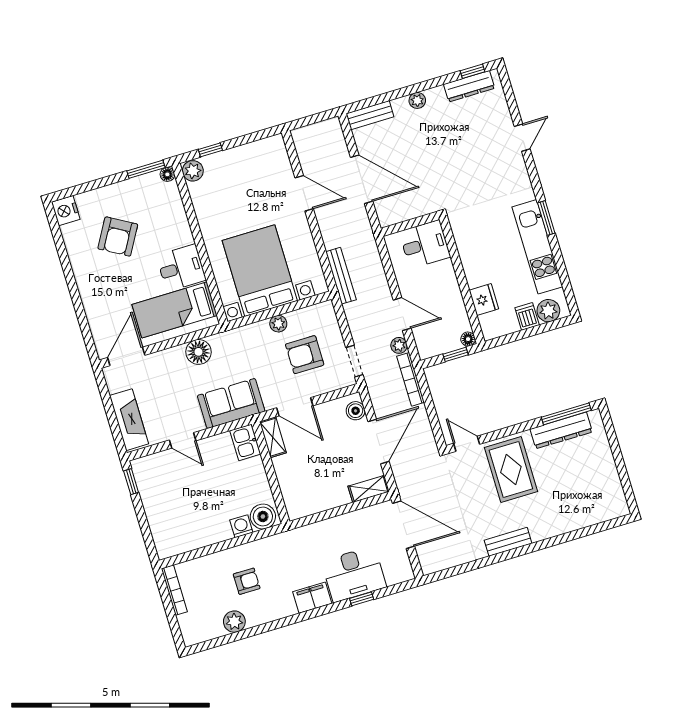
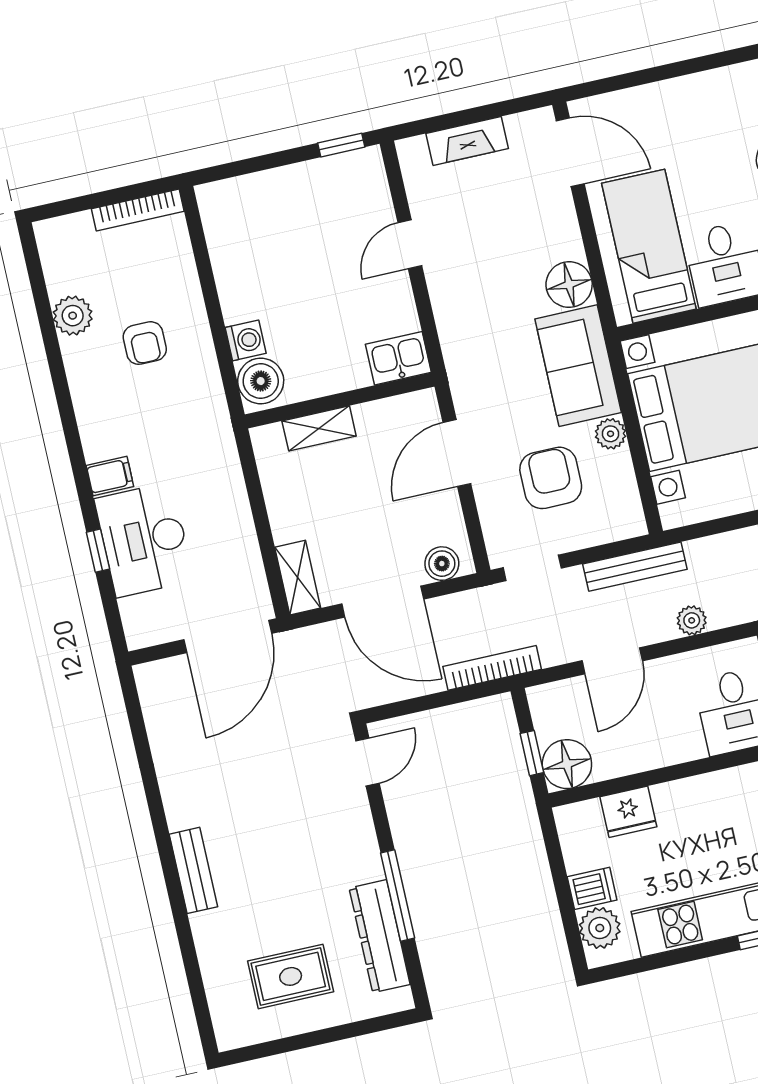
bench: (341, 276) -> (635, 567), moved
floor lamp: (468, 339) -> (567, 764), width x1.89, depth x1.89
plant: (399, 345) -> (692, 620), moved
sofa: (231, 403) -> (578, 366), moved, turned 180
window: (566, 414) -> (398, 896), moved
fireplace: (129, 420) -> (467, 141), width x0.73, depth x0.76
shelving: (273, 437) -> (319, 428), moved
rug: (511, 470) -> (291, 976), moved, width x0.73, depth x0.70
bench: (508, 542) -> (193, 870), moved
filing cabinet: (312, 598) -> (110, 476), width x0.50

